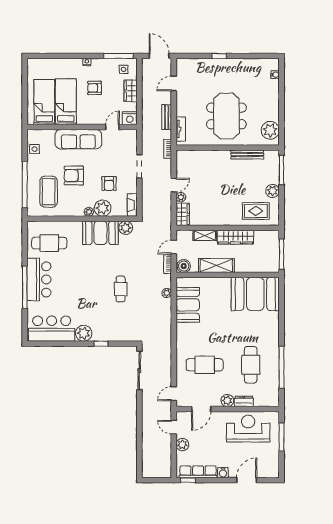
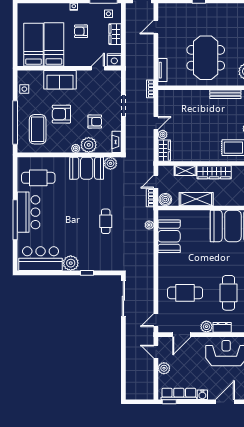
bench: (167, 117) -> (149, 59), removed
sofa: (78, 139) -> (60, 80), width x0.73
armchair: (109, 183) -> (95, 122), turned -90

